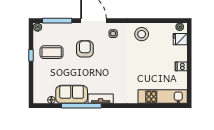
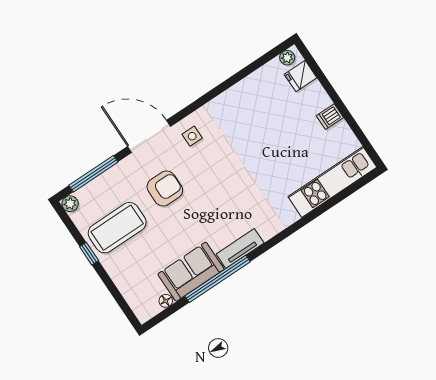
stool: (142, 34) -> (236, 108), removed
armchair: (85, 49) -> (165, 189), turned 90
coffee table: (52, 52) -> (117, 228), width x1.36, depth x1.32

